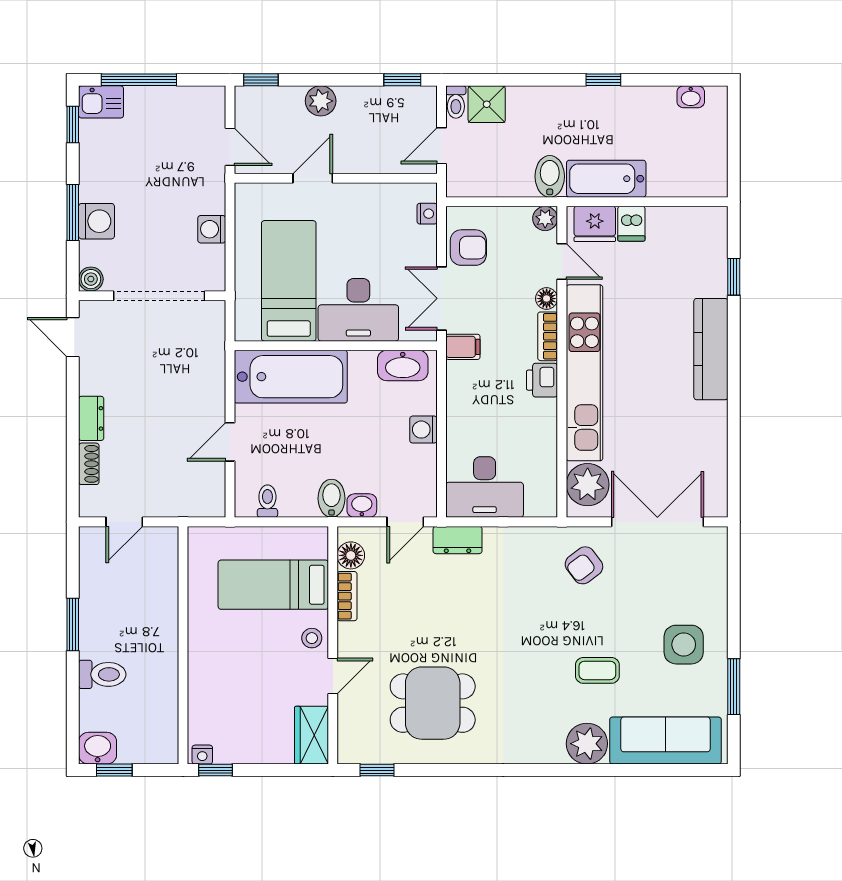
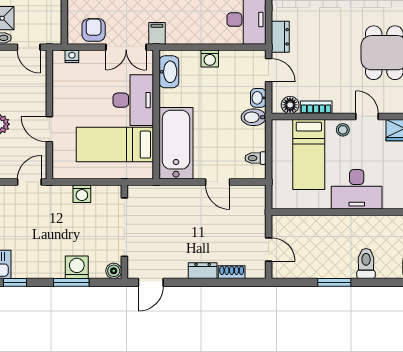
desk: (219, 660) -> (357, 189), added

